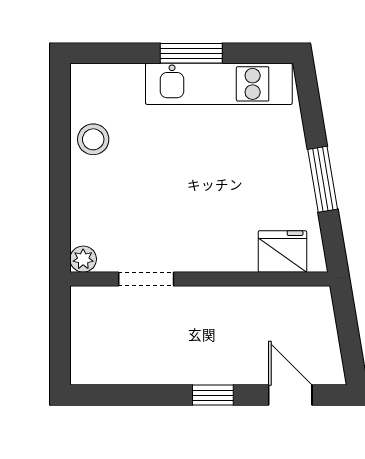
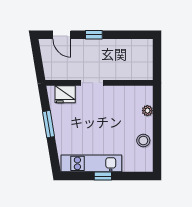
window: (191, 53) -> (103, 176), width x0.67
plant: (83, 259) -> (147, 111), moved
doorway: (146, 279) -> (92, 83), moved

